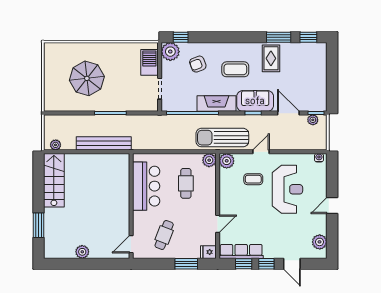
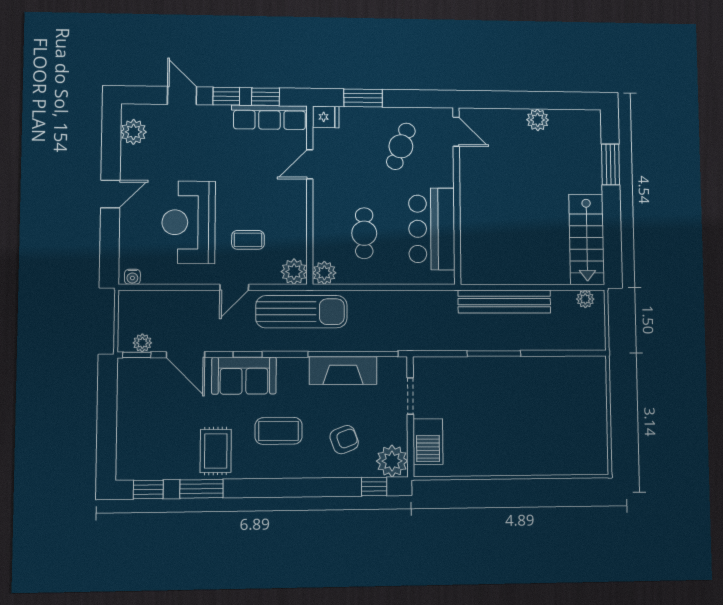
parasol: (87, 78) -> (535, 413), removed
fireplace: (216, 103) -> (343, 371), moved
door: (131, 244) -> (456, 132), hinge flipped

